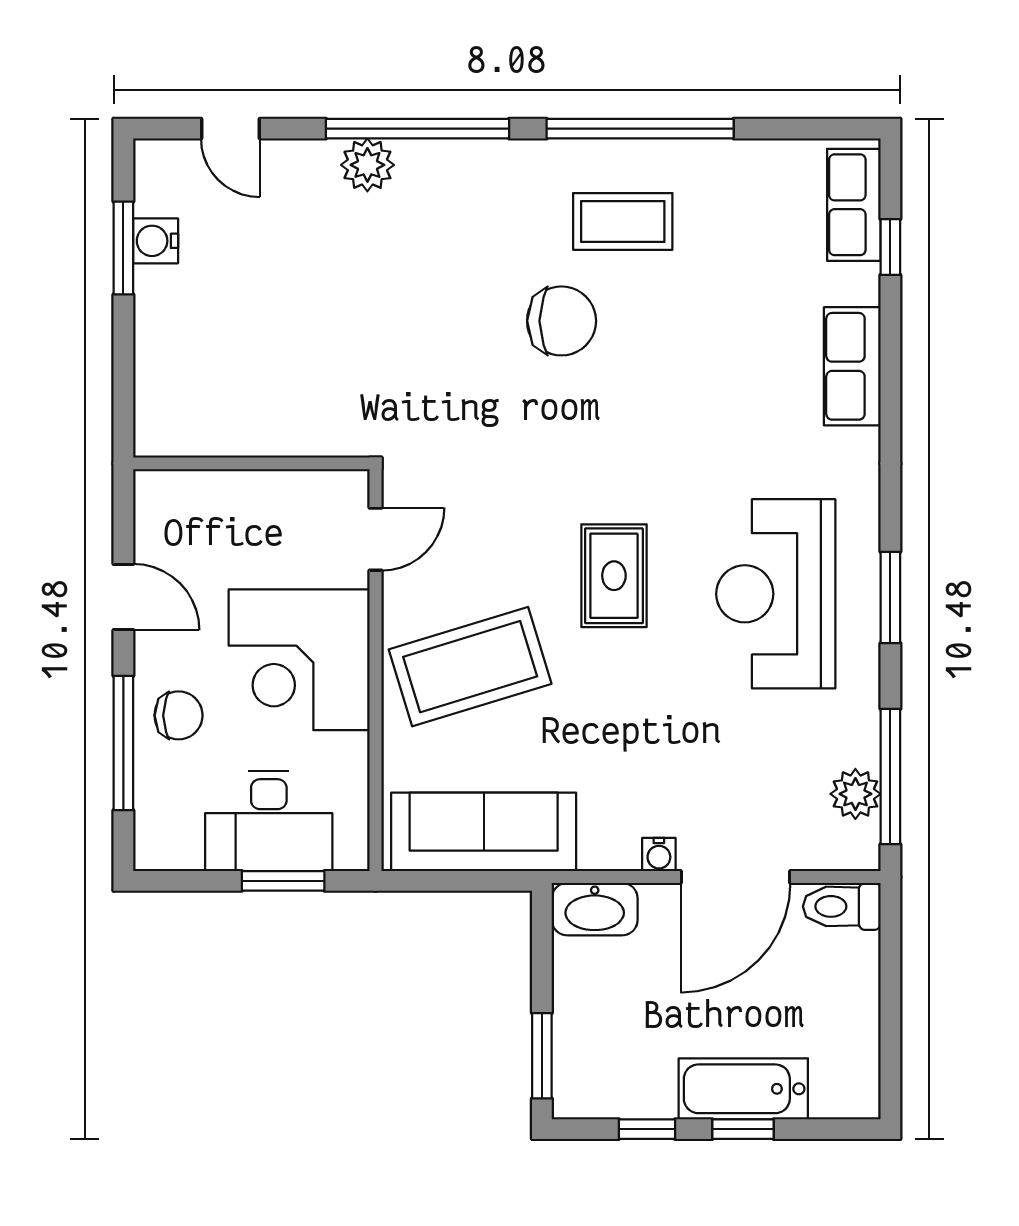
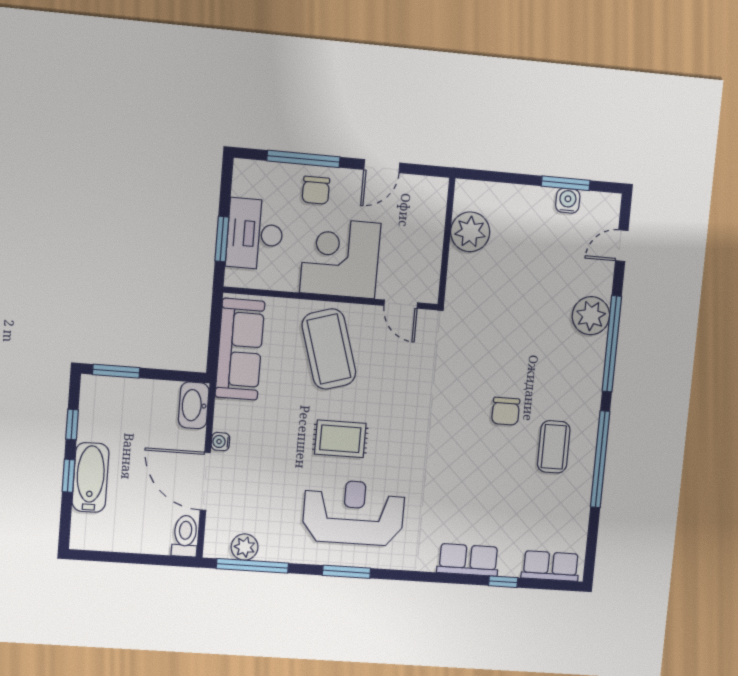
plant: (367, 165) -> (591, 316), width x1.36, depth x1.36
window: (890, 247) -> (503, 582), moved
chair: (562, 321) -> (506, 411), width x0.73, depth x0.73
plant: (230, 421) -> (470, 232), added
rug: (614, 576) -> (340, 439), moved

